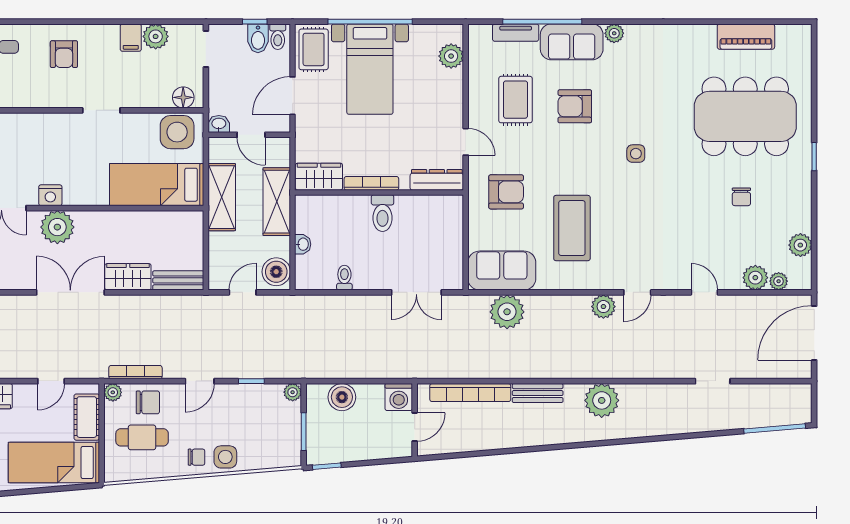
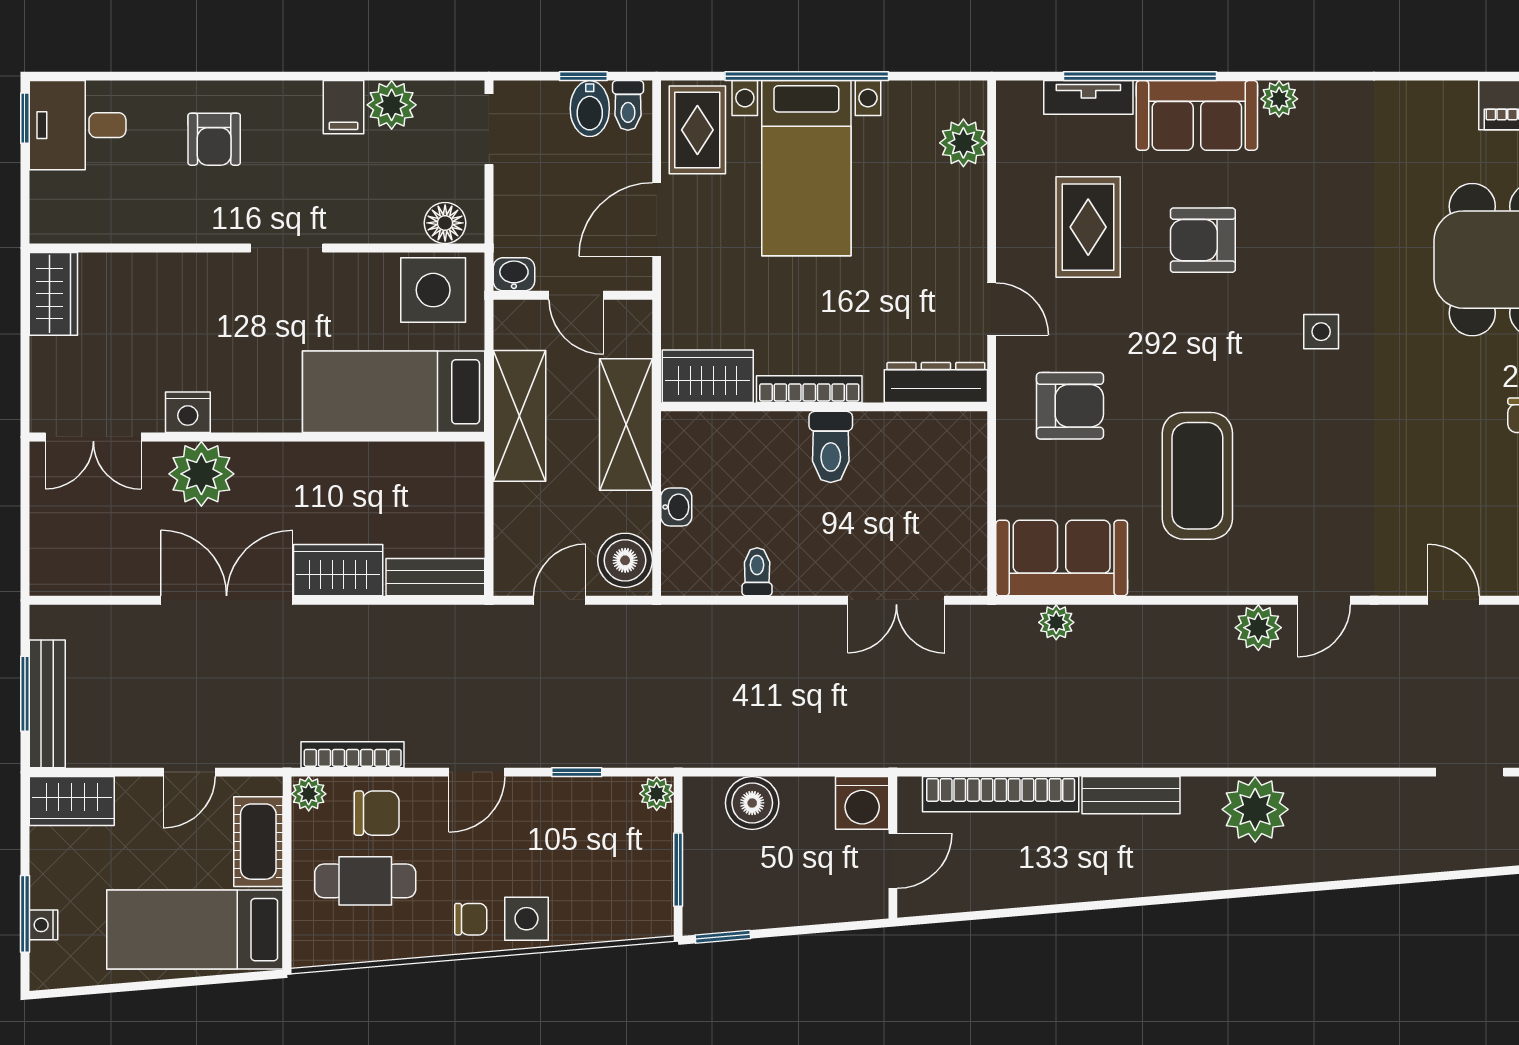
plant: (507, 312) -> (1056, 622), width x0.53, depth x0.53

